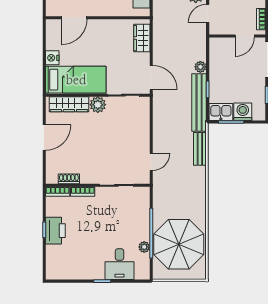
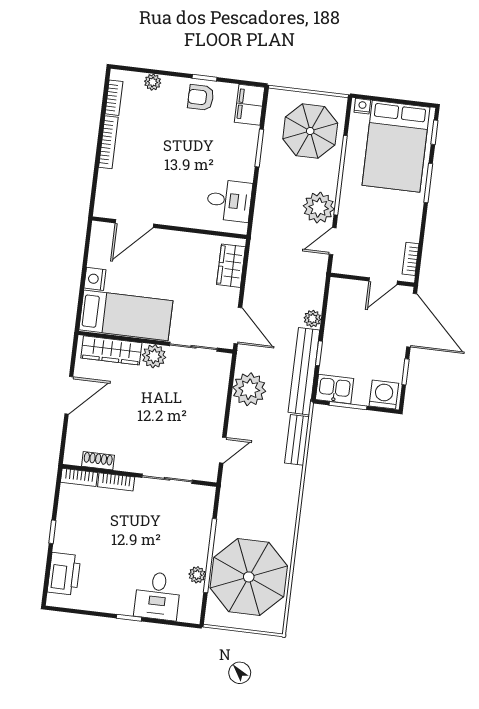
washing machine: (243, 112) -> (384, 395), moved
plant: (164, 119) -> (249, 389), added
printer: (55, 231) -> (64, 574), moved

